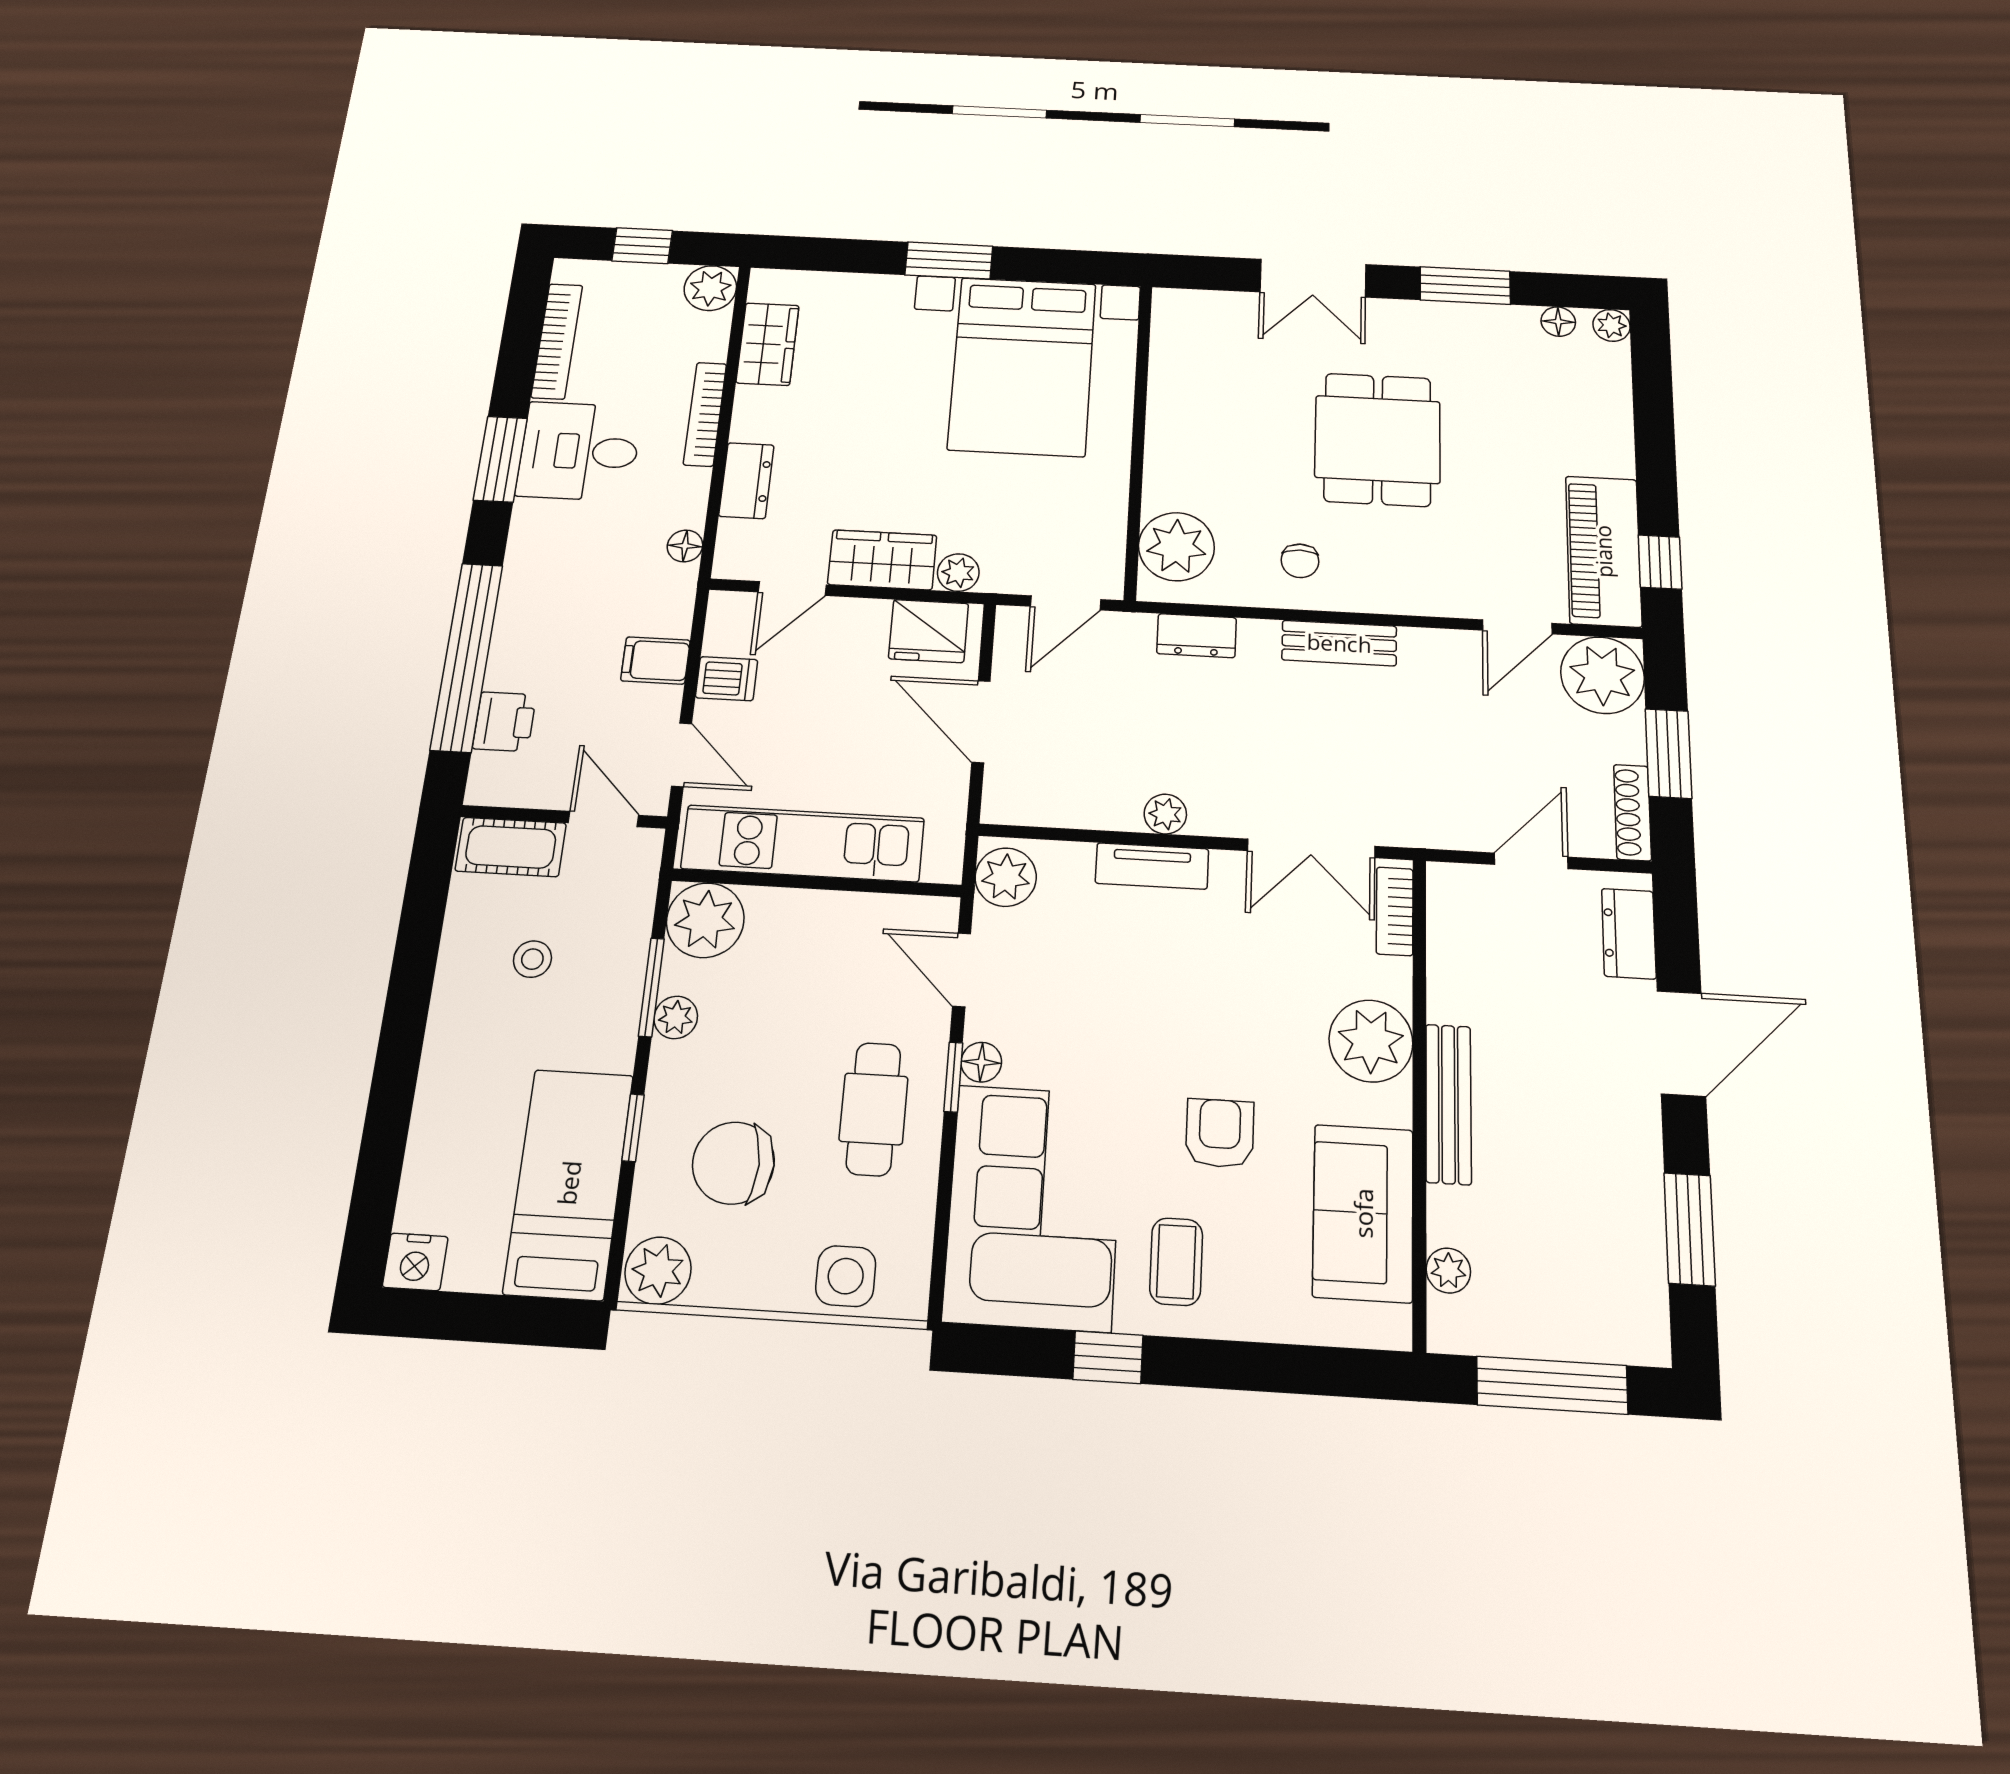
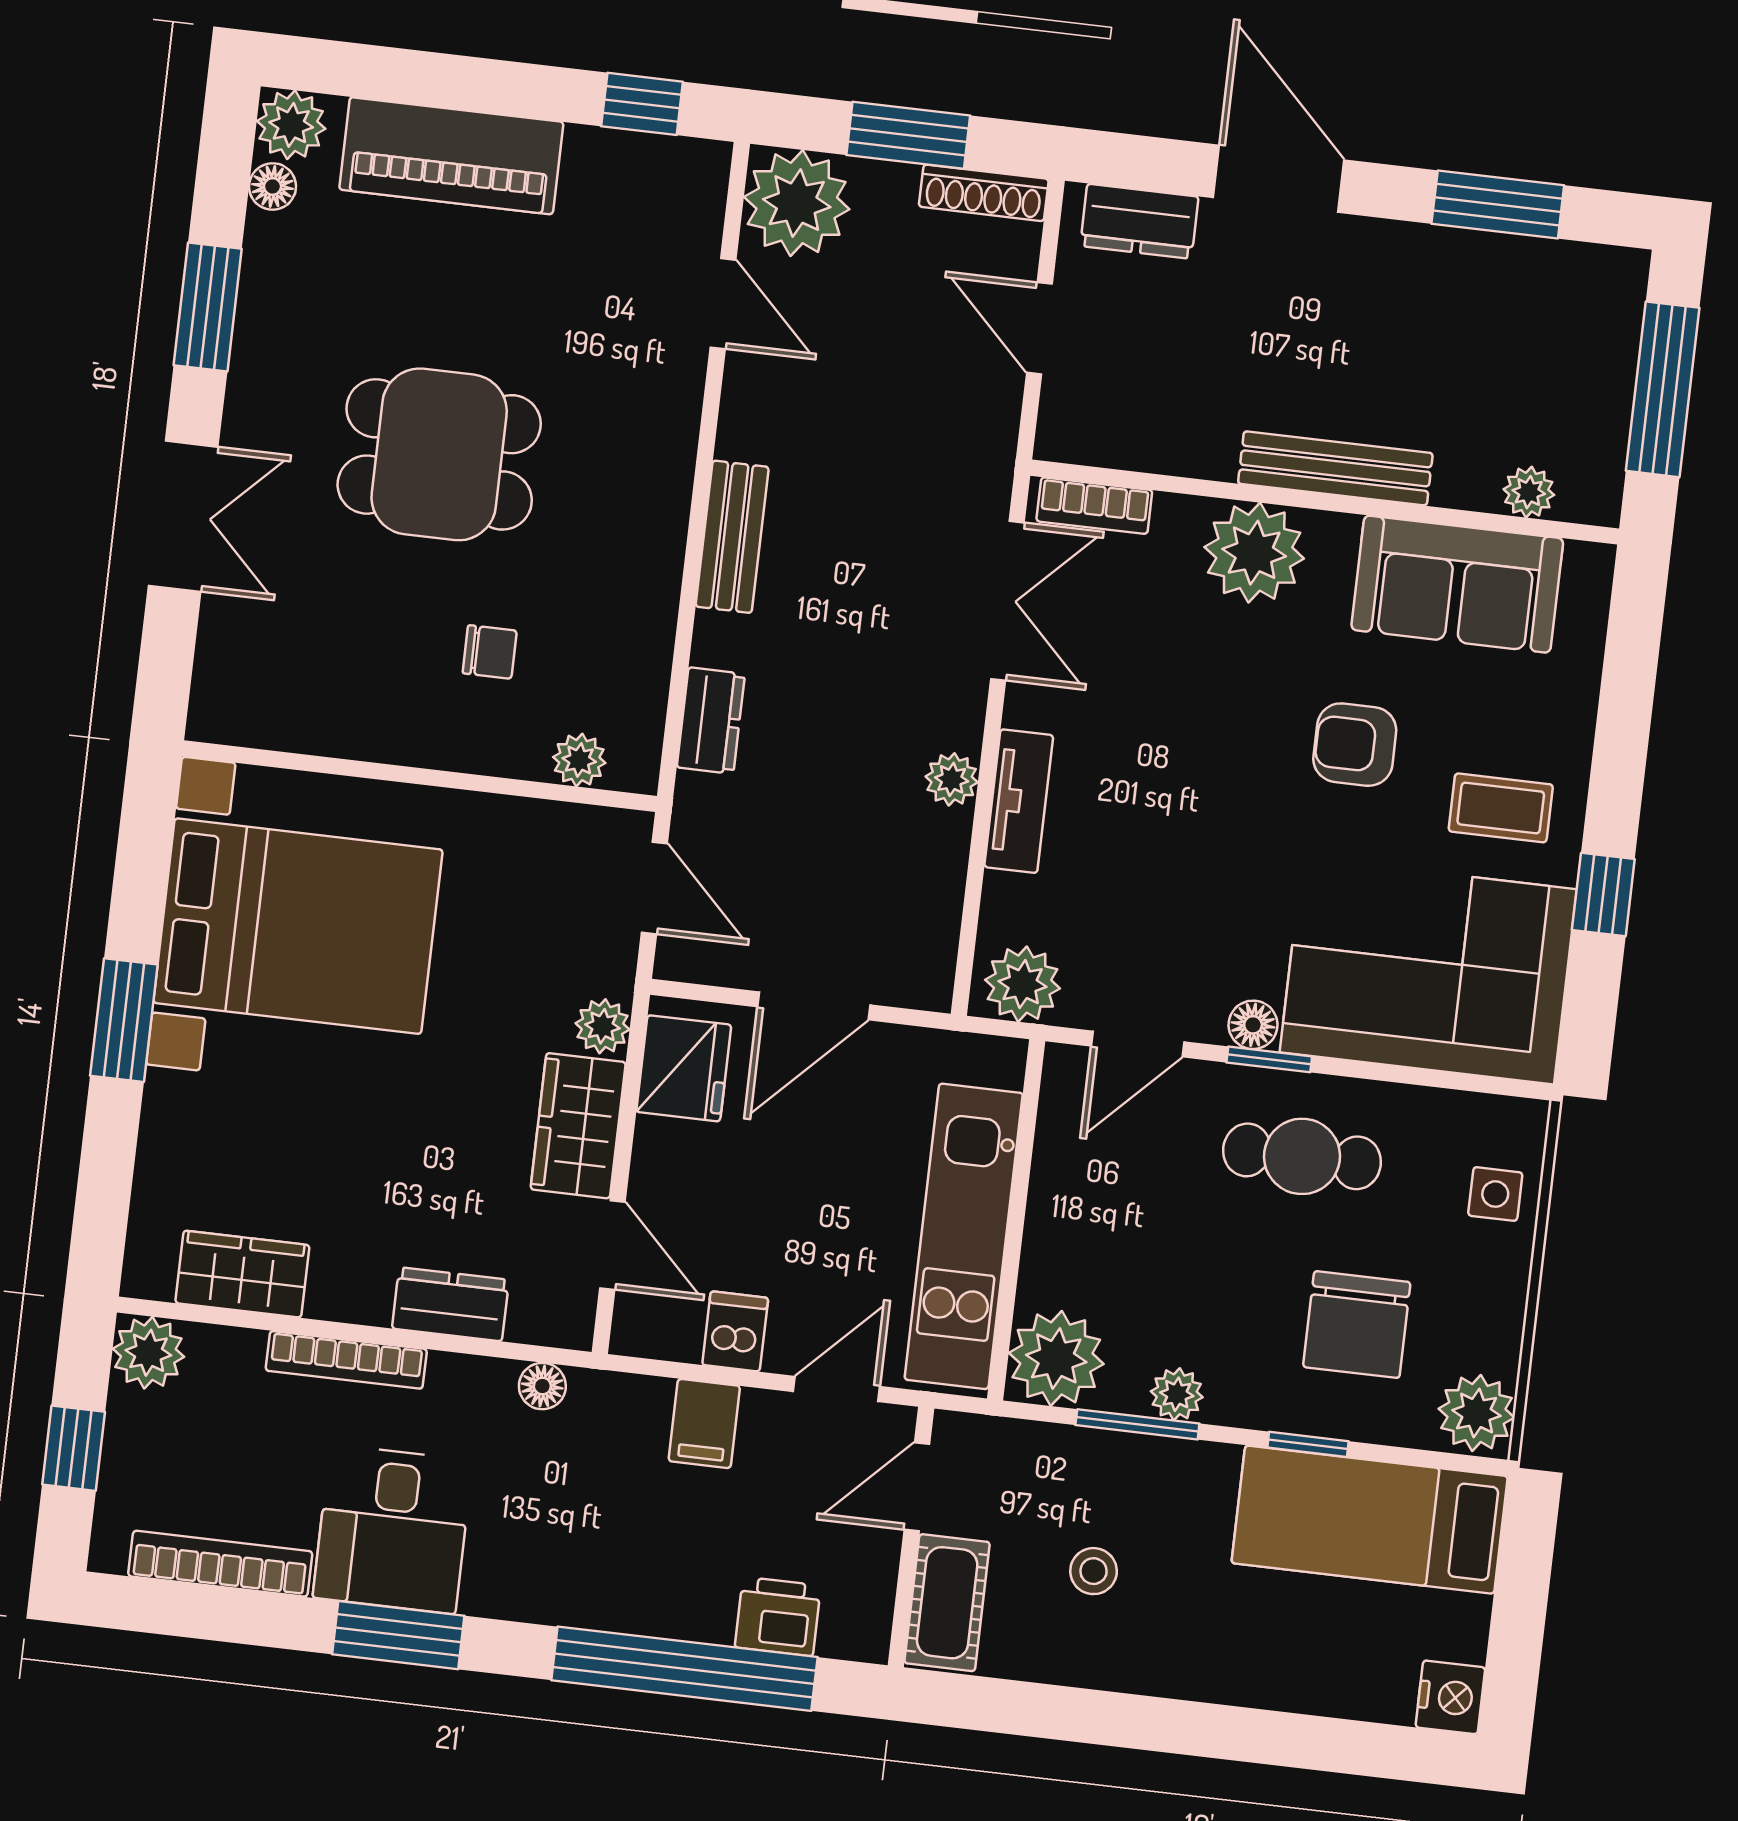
plant: (1612, 325) -> (291, 125), width x1.38, depth x1.38
plant: (1176, 547) -> (579, 760), width x0.53, depth x0.53
piano: (1603, 551) -> (451, 156), moved
chair: (1300, 561) -> (490, 652), moved
side table: (846, 1276) -> (1495, 1194), width x0.73, depth x0.73

